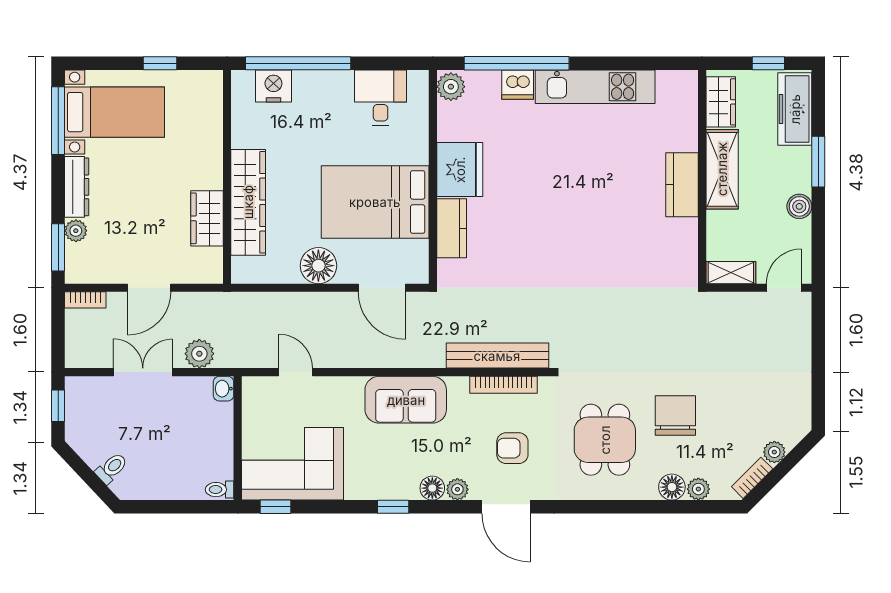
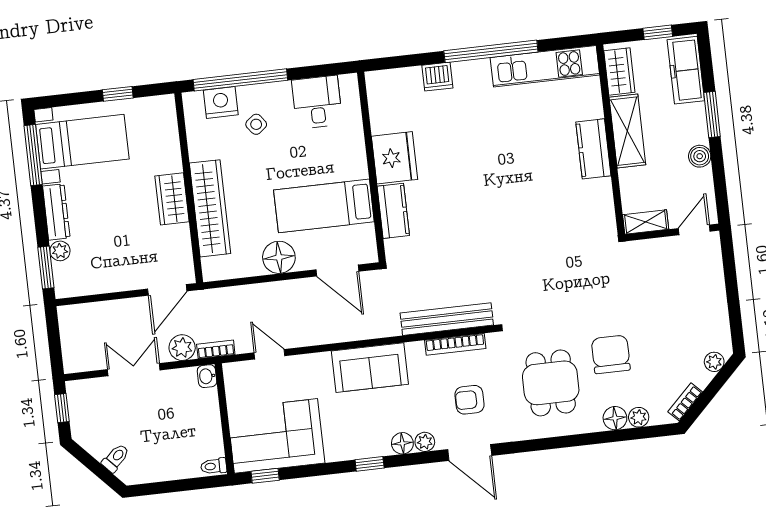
window: (517, 63) -> (491, 51), moved
plant: (451, 87) -> (378, 85), removed
kitchen unit: (595, 87) -> (545, 66), moved
side table: (310, 115) -> (256, 124), added
bed: (375, 202) -> (324, 206), width x0.67
wardrobe: (207, 218) -> (172, 199), moved
door: (149, 288) -> (167, 290), moved
bookcase: (85, 300) -> (216, 349), moved, turned 180
plant: (774, 452) -> (714, 362), moved

